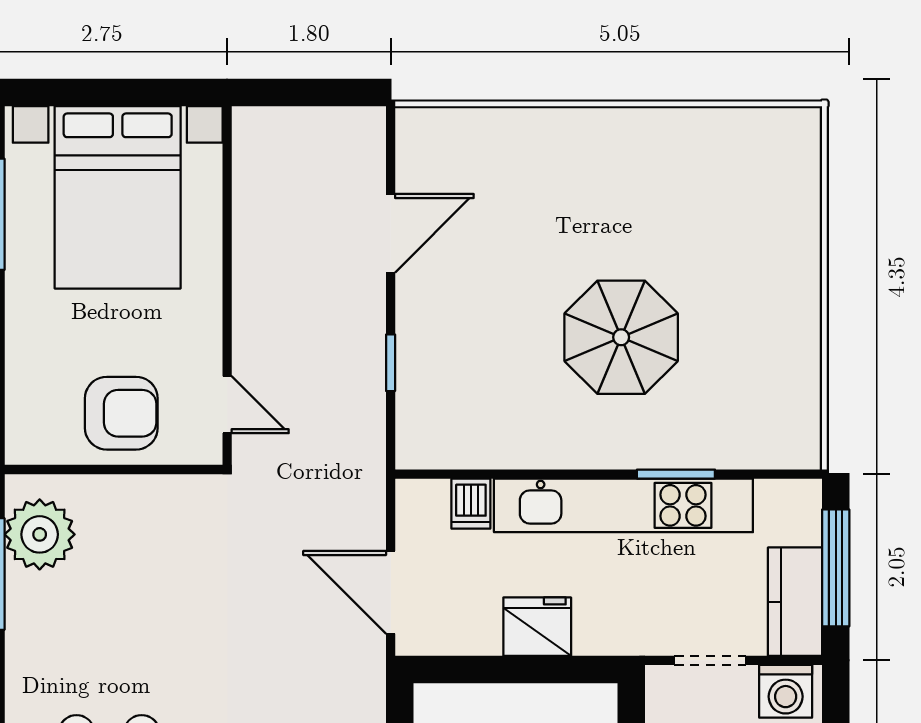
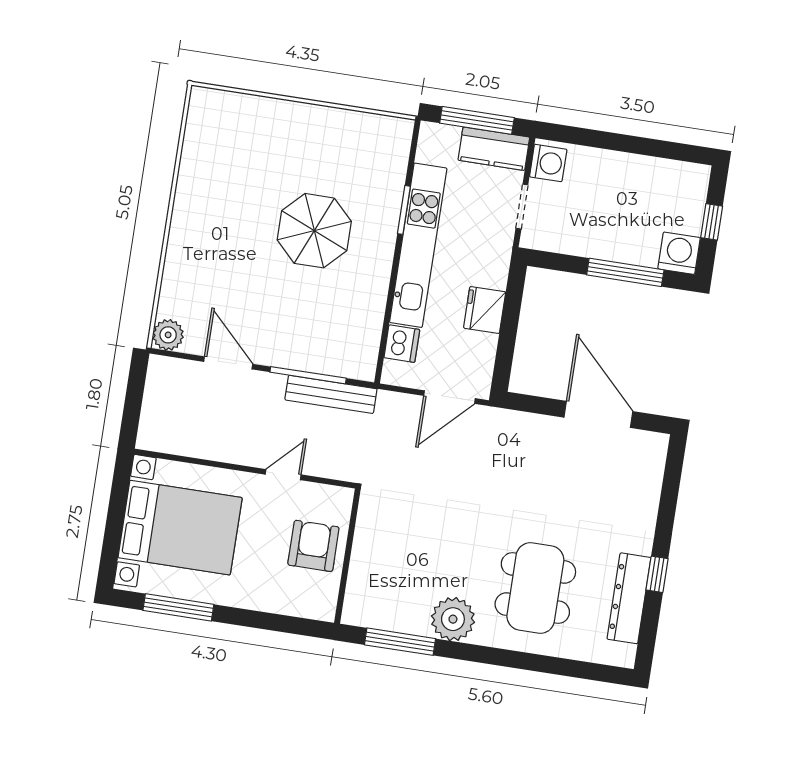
plant: (420, 131) -> (168, 335), added
window: (391, 363) -> (308, 375), width x2.17
bench: (366, 404) -> (331, 394), added
door: (227, 405) -> (283, 475), moved
dishwasher: (471, 504) -> (402, 344), width x1.38
plant: (40, 534) -> (453, 619), moved

